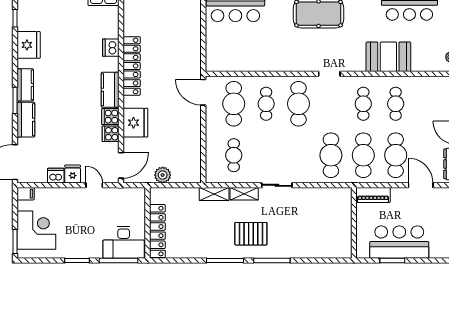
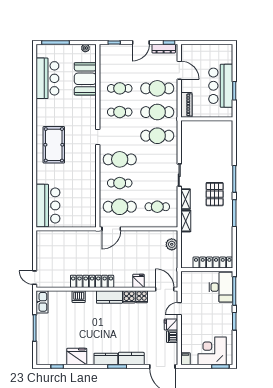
booth: (388, 57) -> (85, 79), moved
fridge: (135, 123) -> (138, 281), width x0.53, depth x0.75
plant: (163, 175) -> (172, 244), moved
door: (421, 185) -> (179, 70), swing flipped

